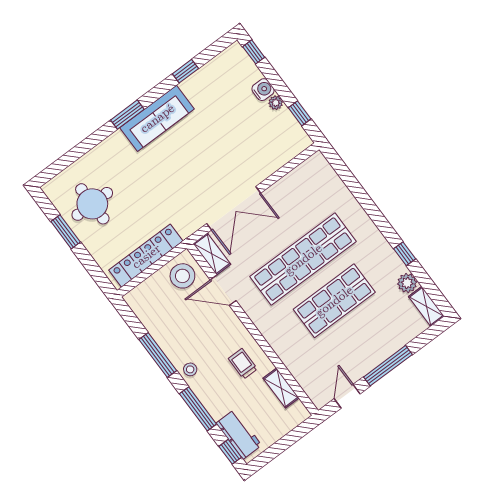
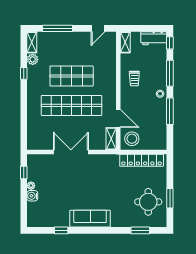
window: (254, 52) -> (24, 216), removed
window: (127, 115) -> (140, 230), moved
double door: (234, 208) -> (71, 152), moved
window: (388, 366) -> (58, 28), moved
shelving: (281, 388) -> (125, 42), moved
workbench: (239, 434) -> (154, 38), moved, turned -90

